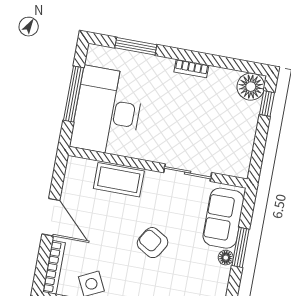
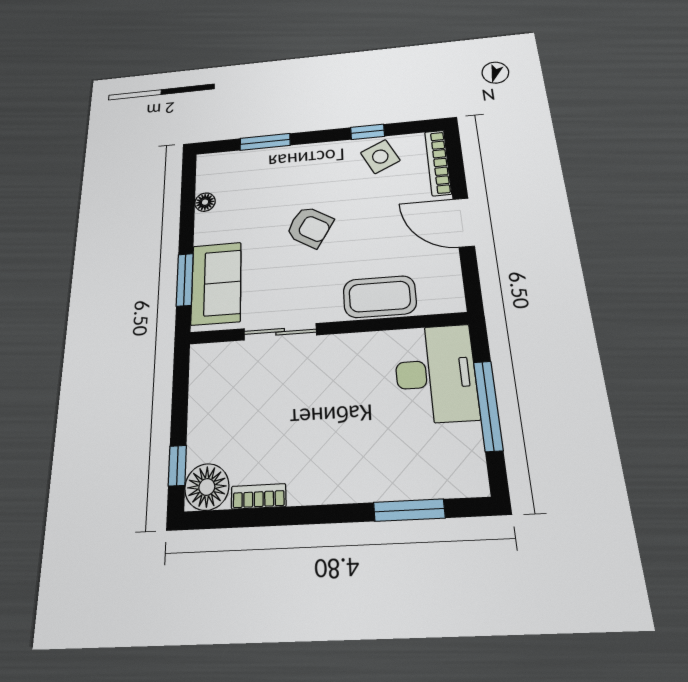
bookcase: (191, 69) -> (259, 496), moved
desk: (107, 111) -> (435, 374), width x0.73, depth x0.77
window: (241, 247) -> (185, 280), moved
floor lamp: (226, 258) -> (205, 202), moved

